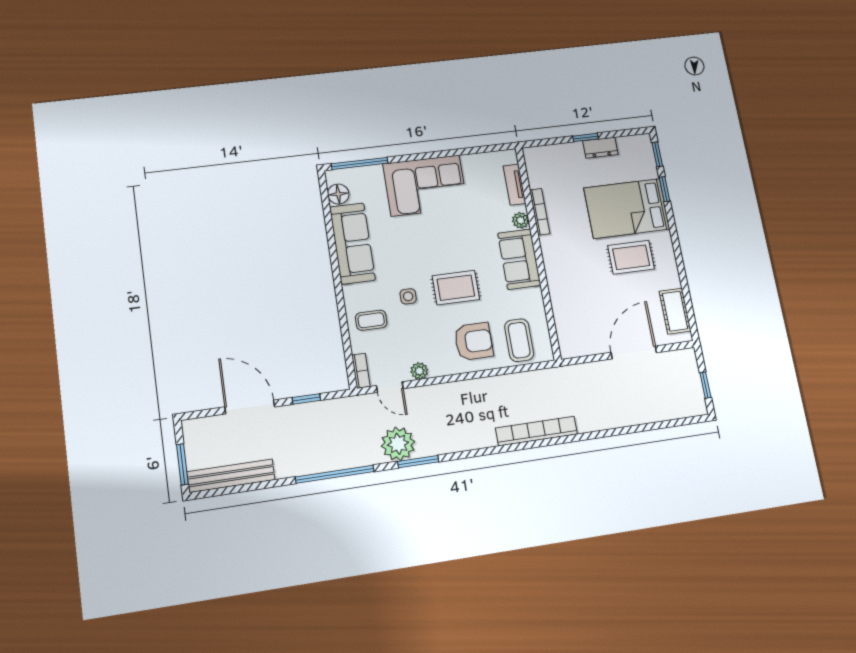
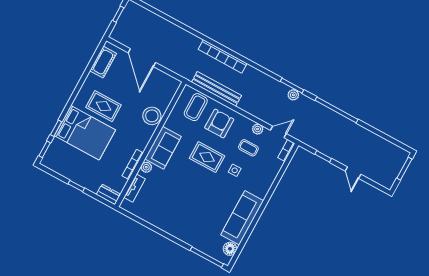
dresser: (600, 148) -> (108, 194), moved
corner sofa: (425, 186) -> (182, 221), removed
stool: (564, 289) -> (152, 116), added
coffee table: (371, 320) -> (248, 148), moved
armchair: (474, 341) -> (219, 124), turned 90
door: (634, 352) -> (142, 58), hinge flipped
door: (390, 387) -> (278, 132), hinge flipped
door: (250, 407) -> (353, 173), width x0.53
plant: (398, 444) -> (293, 95), width x0.53, depth x0.53
bench: (231, 476) -> (216, 89), moved

